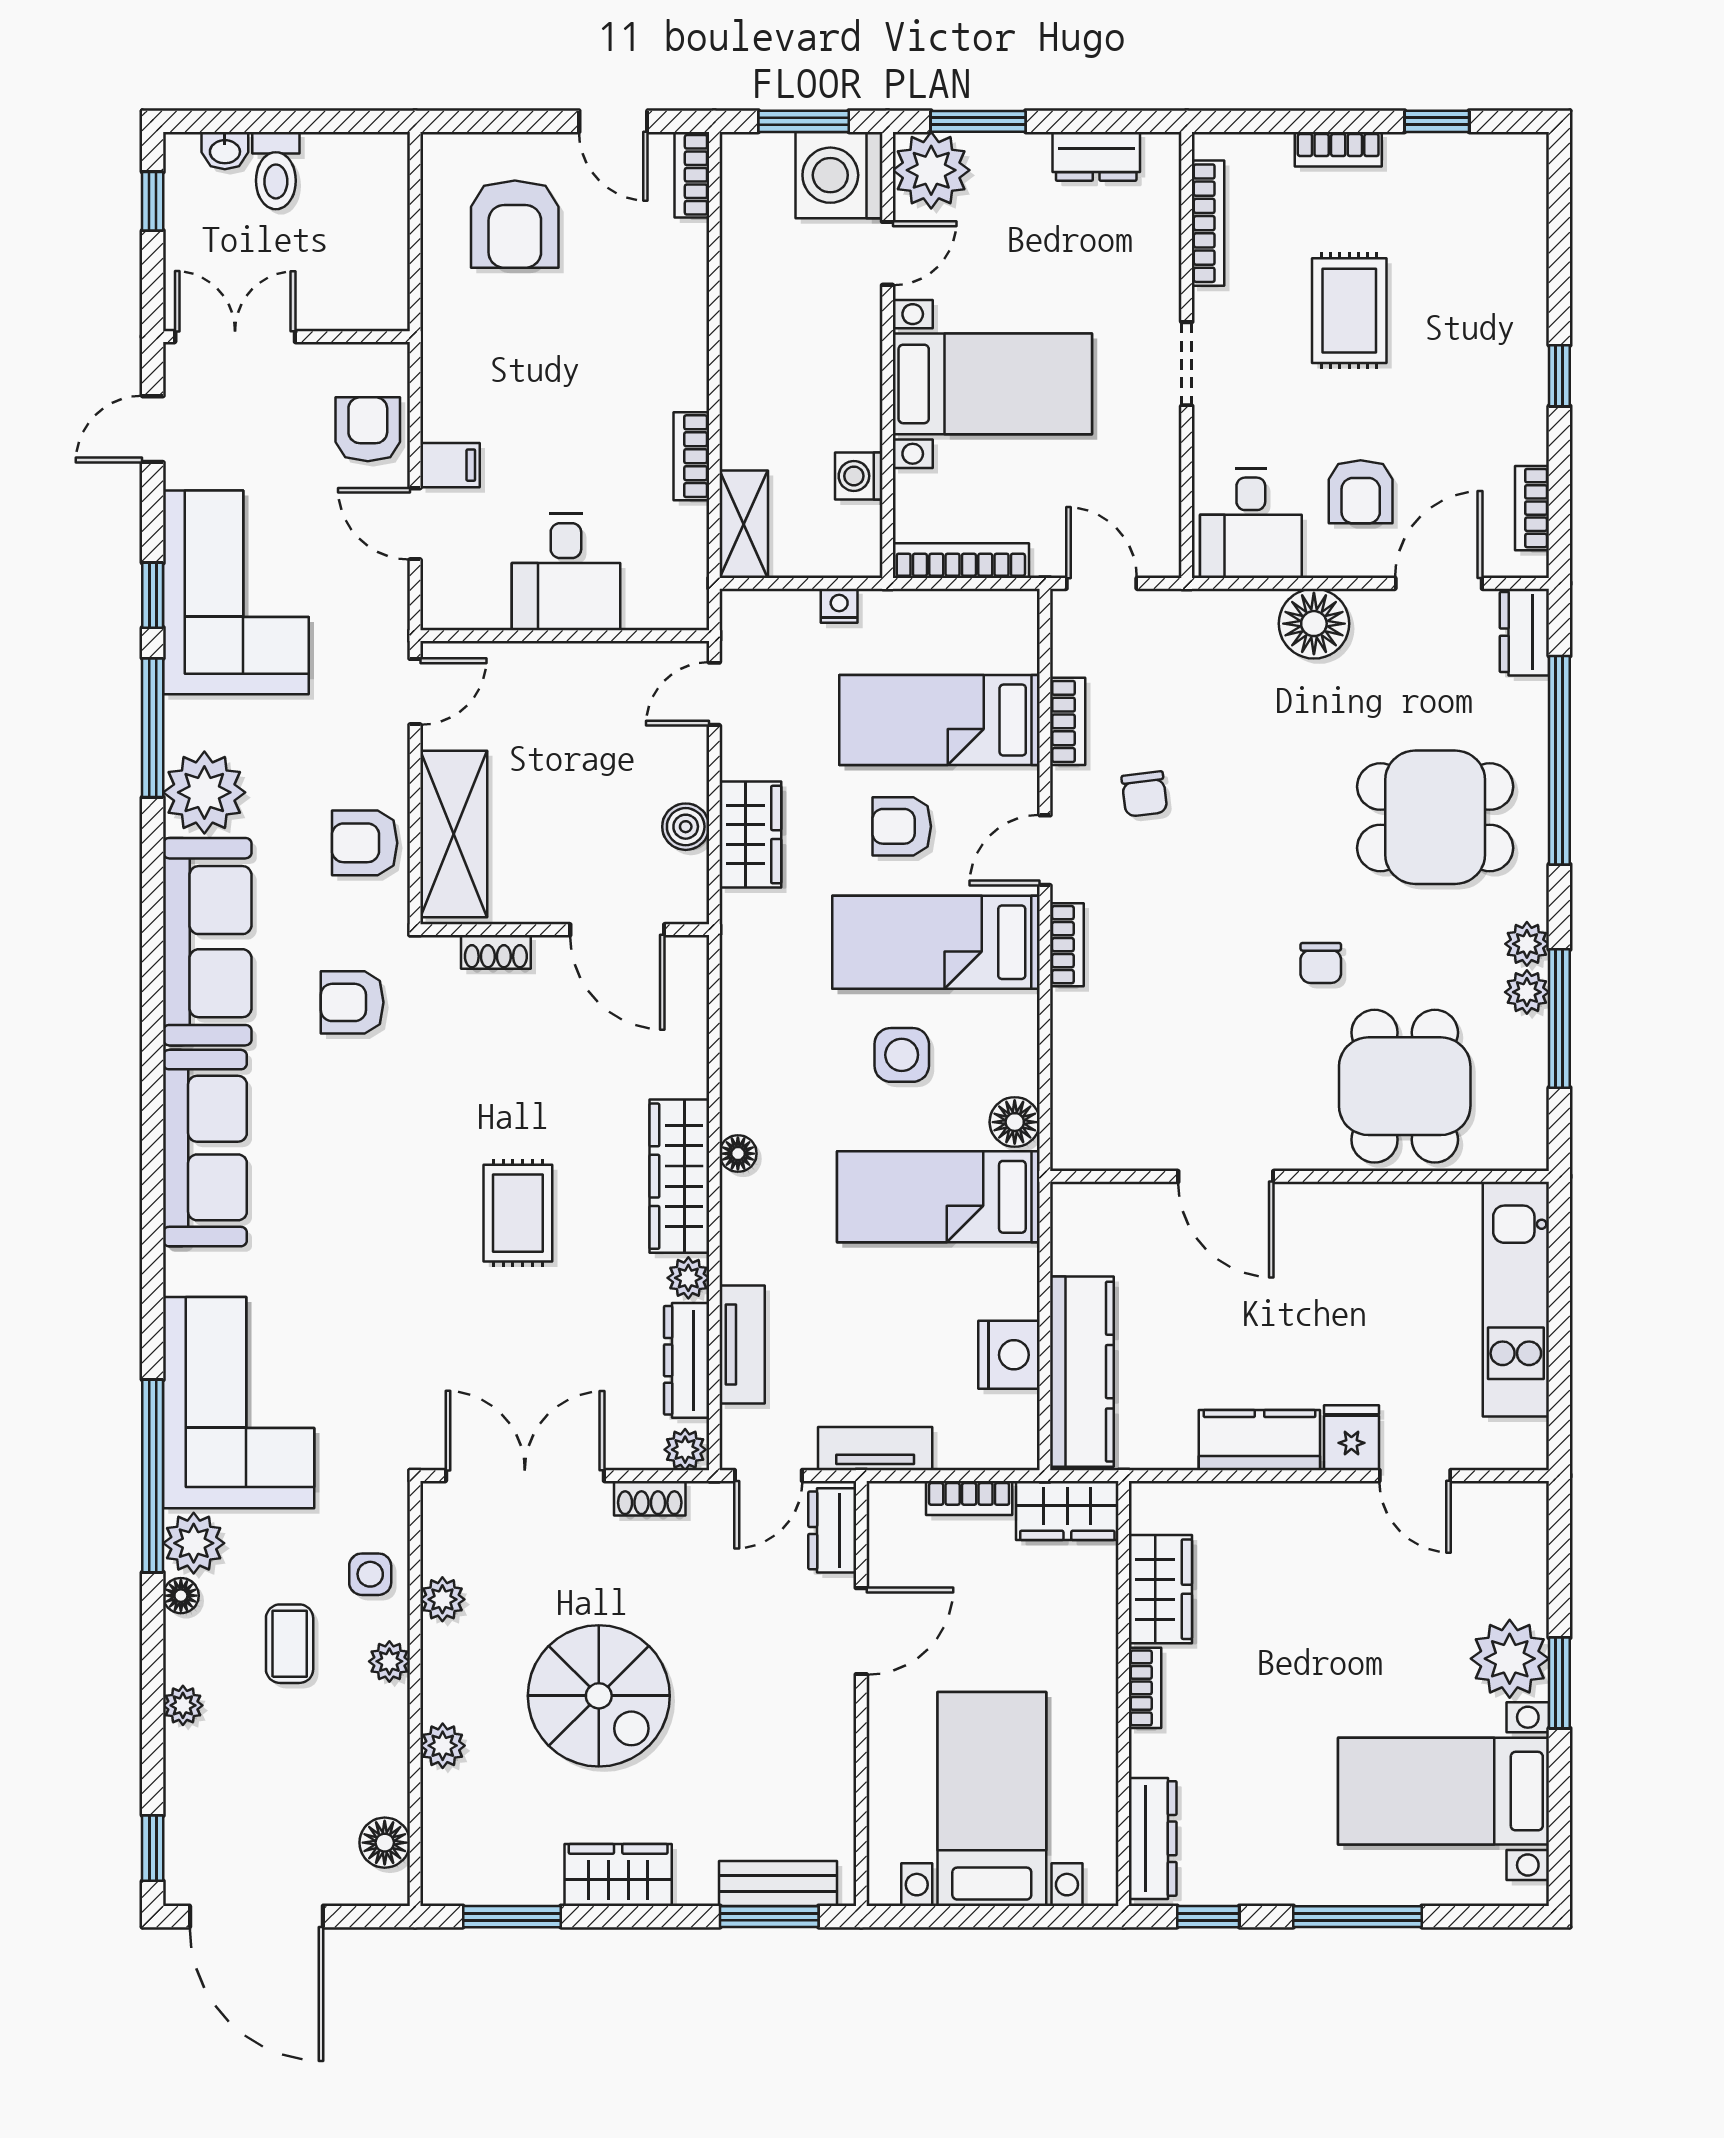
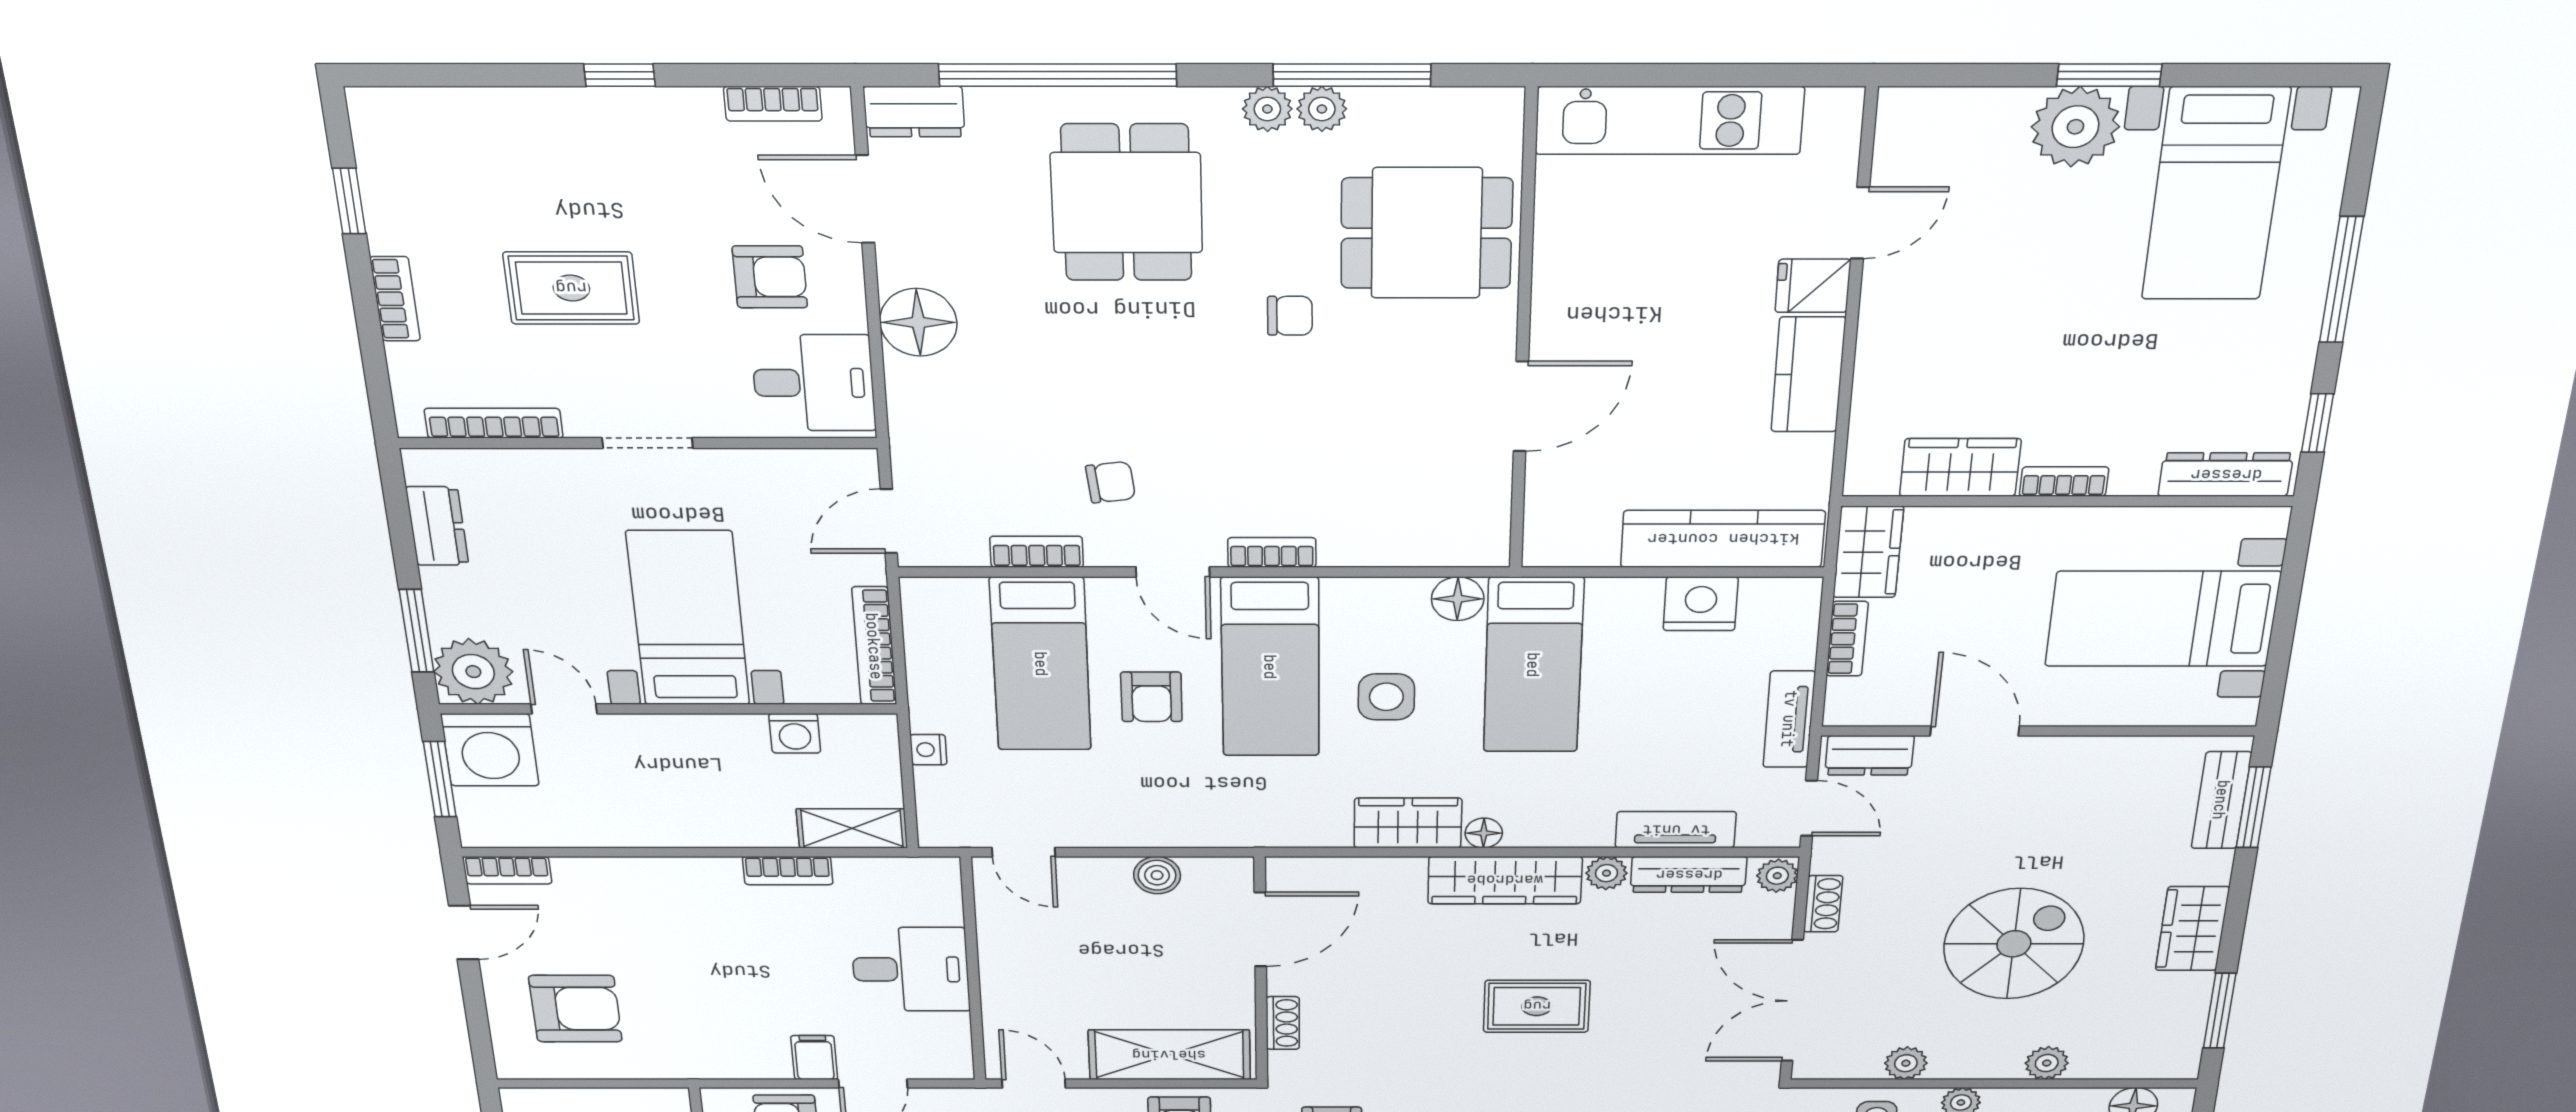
wardrobe: (750, 835) -> (1408, 823), moved

